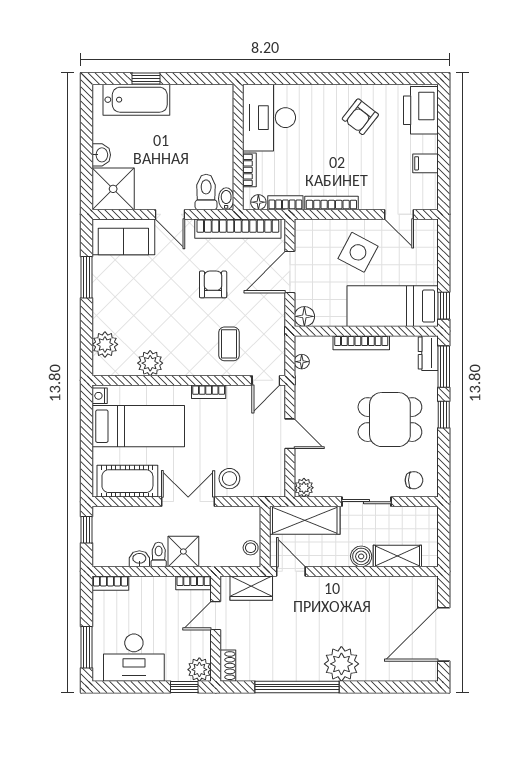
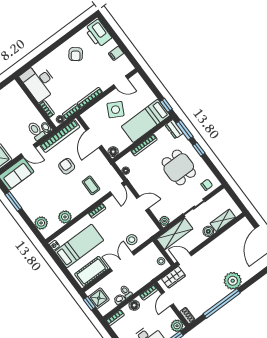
dining table: (390, 420) -> (179, 167), turned 90
shower: (183, 551) -> (99, 298), moved
floor lamp: (155, 586) -> (134, 305), added

